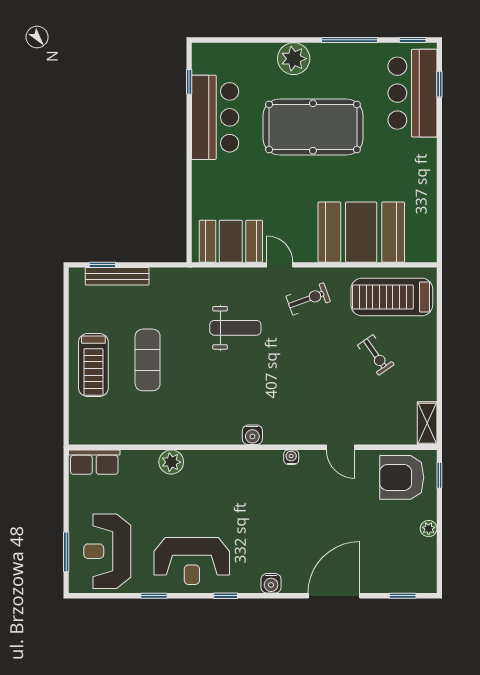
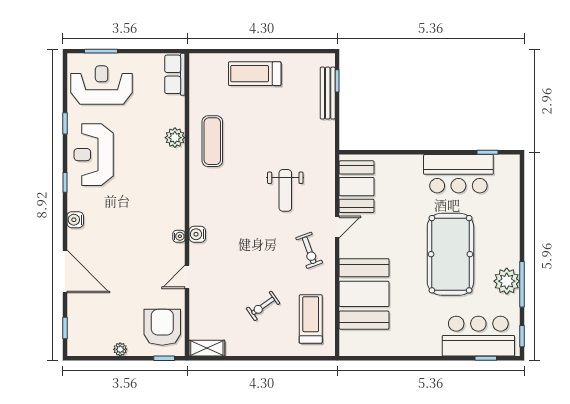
plant: (294, 59) -> (507, 281), moved
treadmill: (392, 297) -> (311, 319), width x0.73, depth x0.73
exercise mat: (148, 360) -> (212, 141), moved, turned 90
water cooler: (252, 435) -> (197, 234), moved

